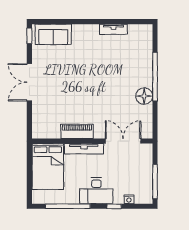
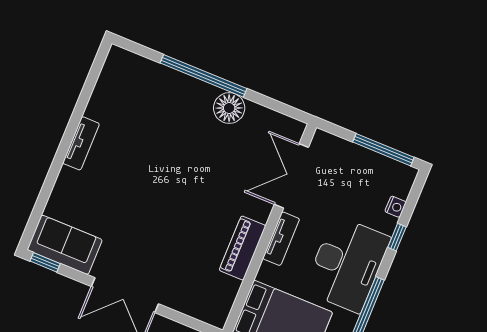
tv unit: (113, 29) -> (81, 143), moved
sofa: (53, 34) -> (65, 245), moved, turned -90
tv unit: (84, 149) -> (281, 239), width x0.71
desk: (96, 191) -> (347, 264), width x1.36, depth x1.30

